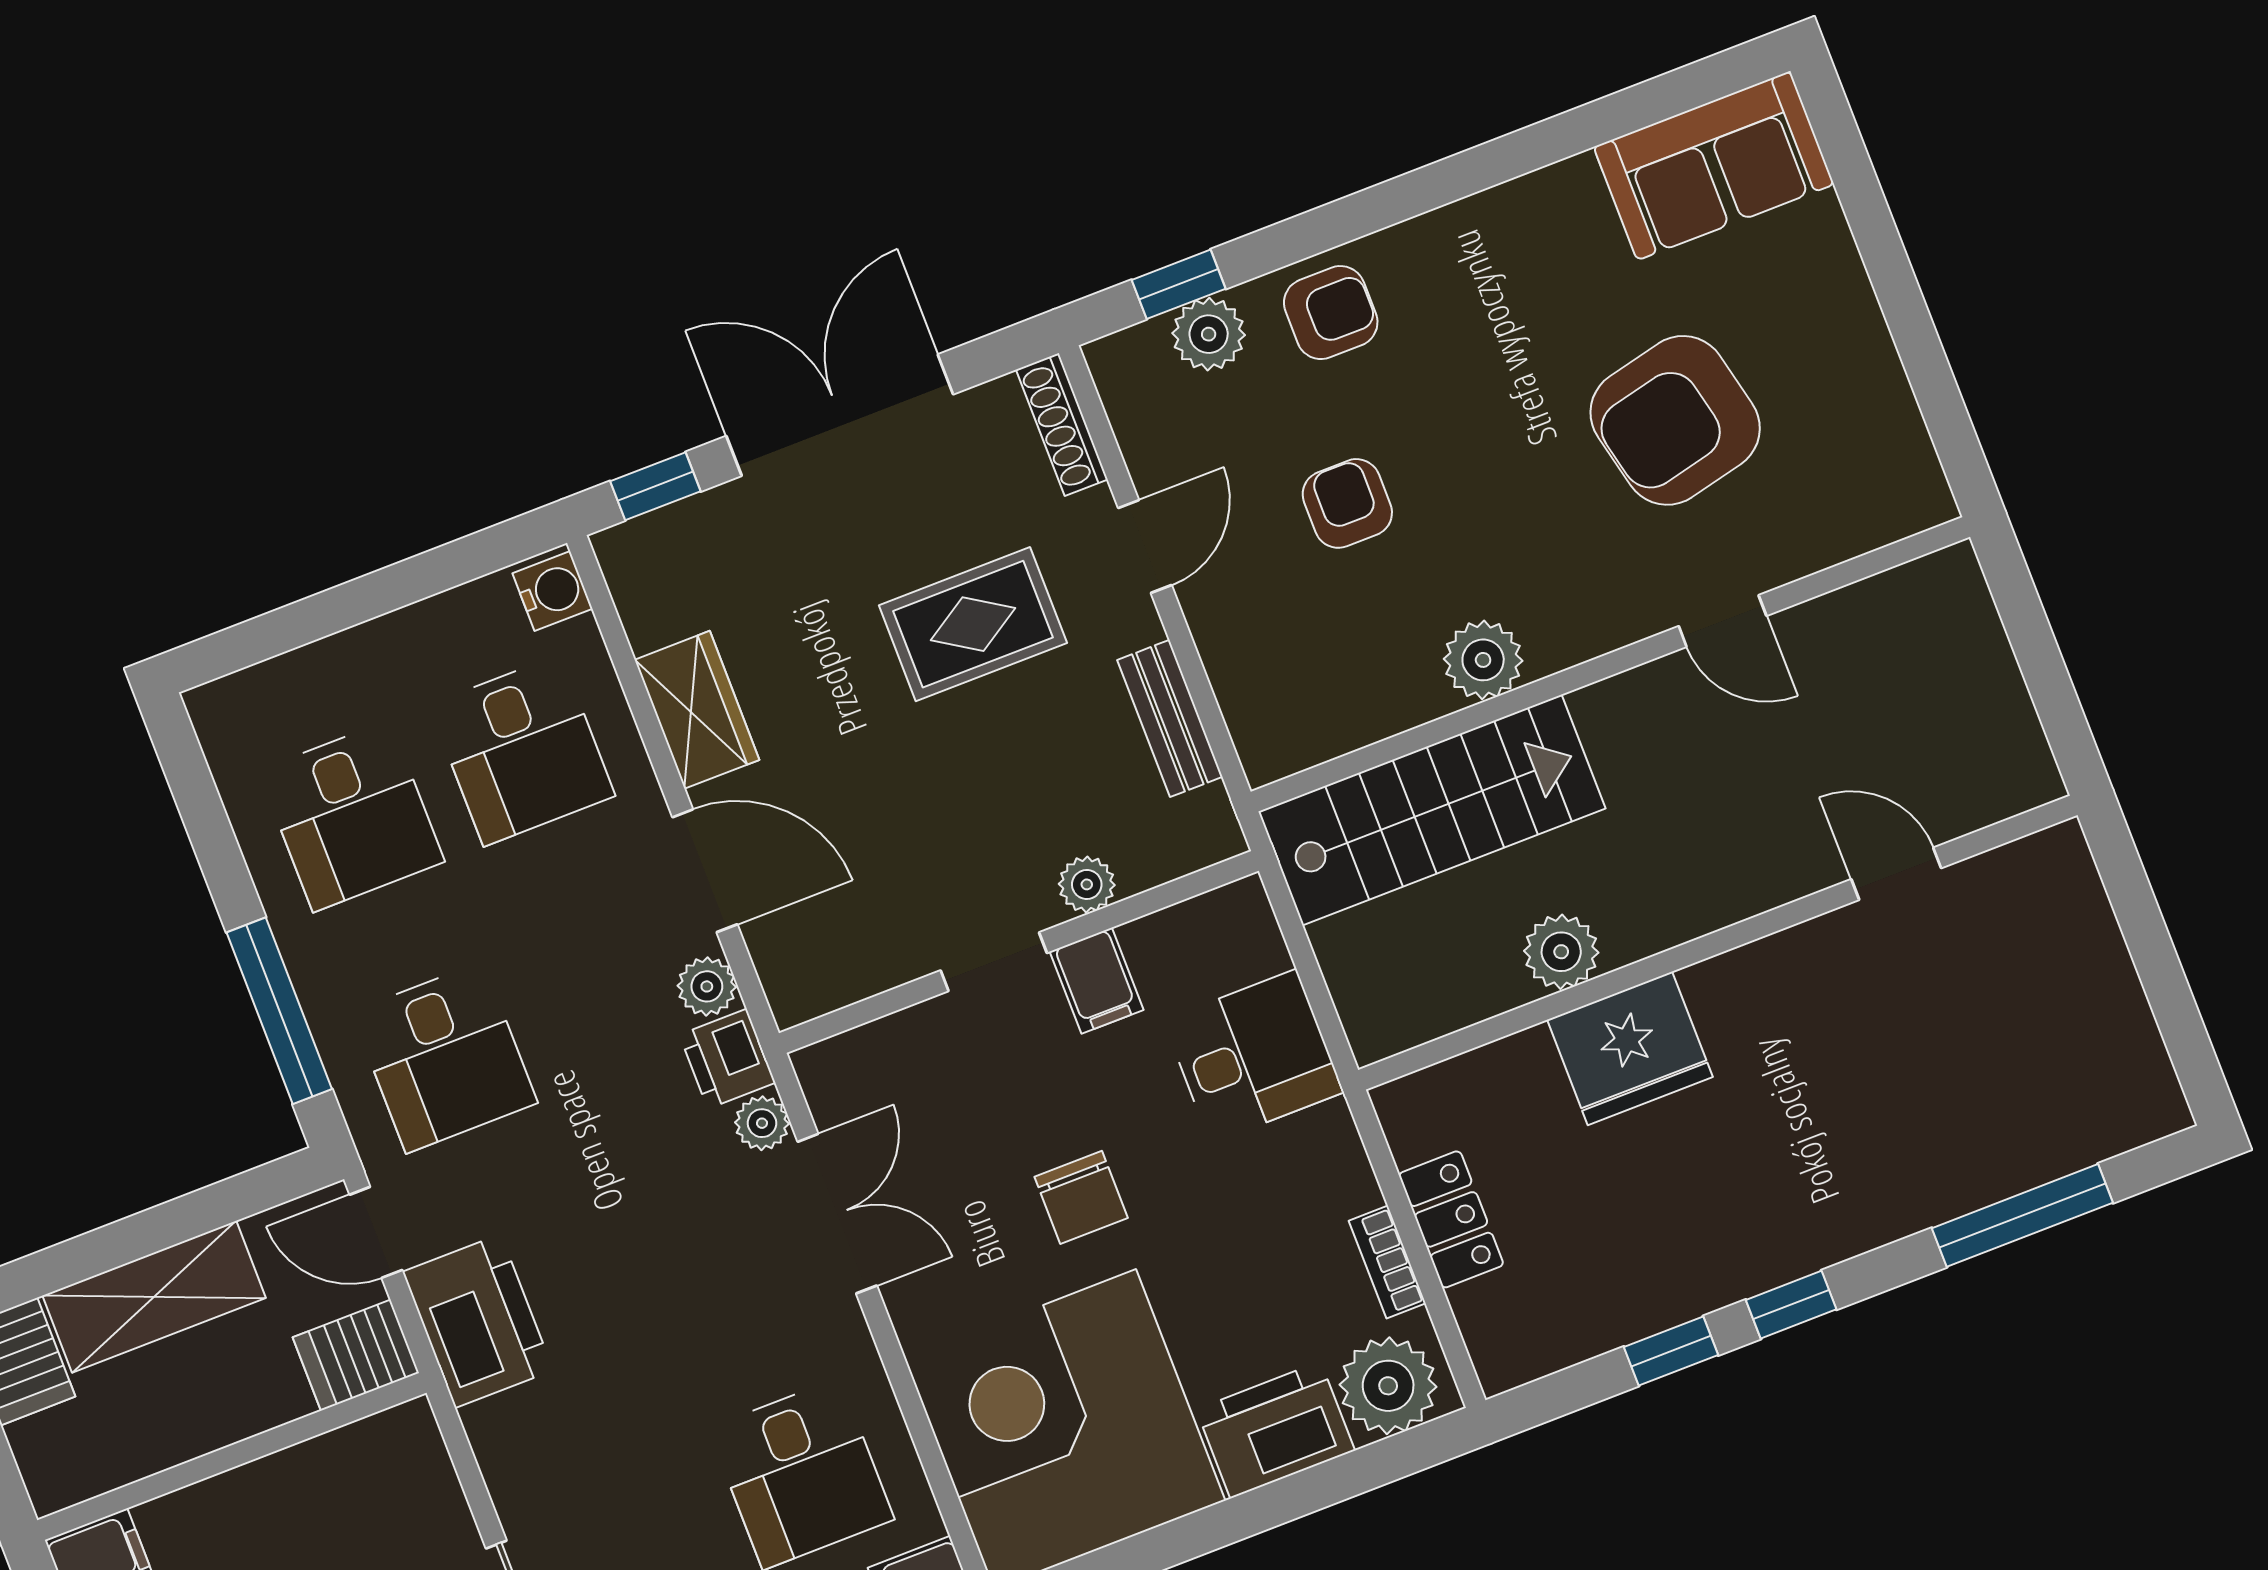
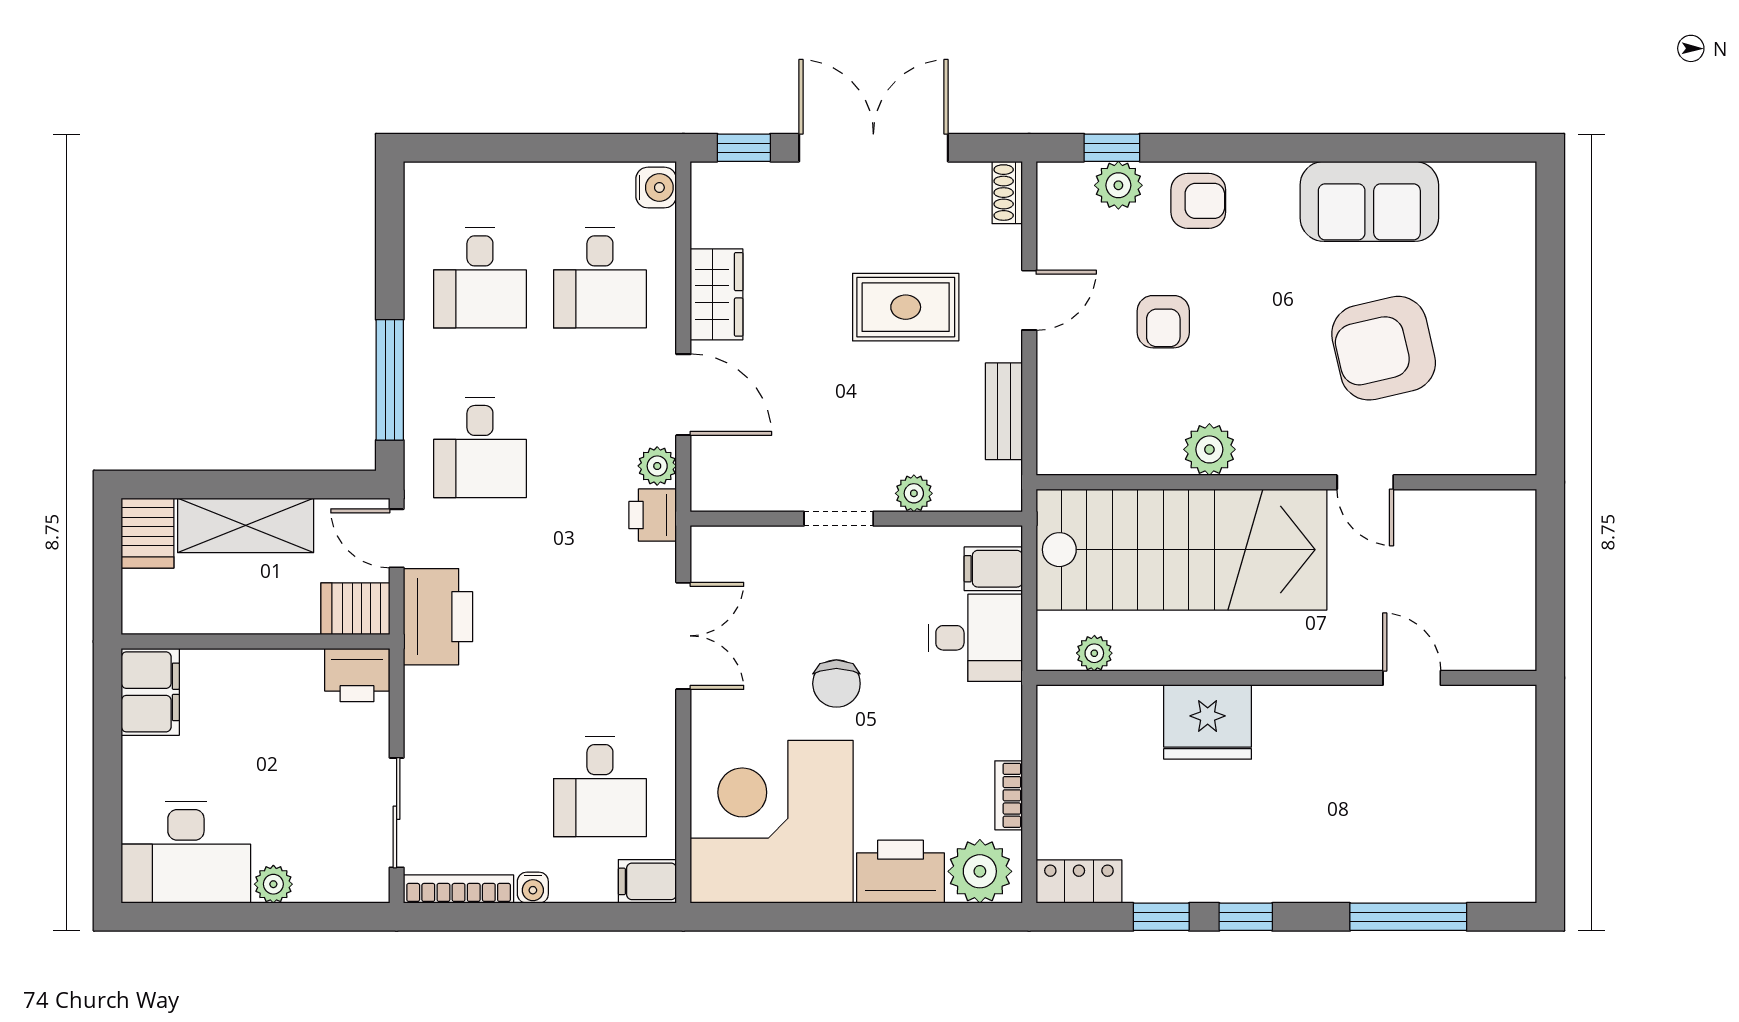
sofa: (1714, 166) -> (1369, 201), moved
shoe rack: (1062, 424) -> (1007, 193), width x0.70
armchair: (1347, 503) -> (1163, 322), turned 180
stairs: (1432, 810) -> (1181, 550), width x1.36, depth x1.51
plant: (1561, 952) -> (1094, 653), moved, width x0.73, depth x0.73
filing cabinet: (1097, 981) -> (993, 569), moved, turned 90
plant: (762, 1123) -> (659, 563), removed
locker: (1451, 1219) -> (1079, 882), moved, turned -90
printer: (395, 1448) -> (357, 675), added

